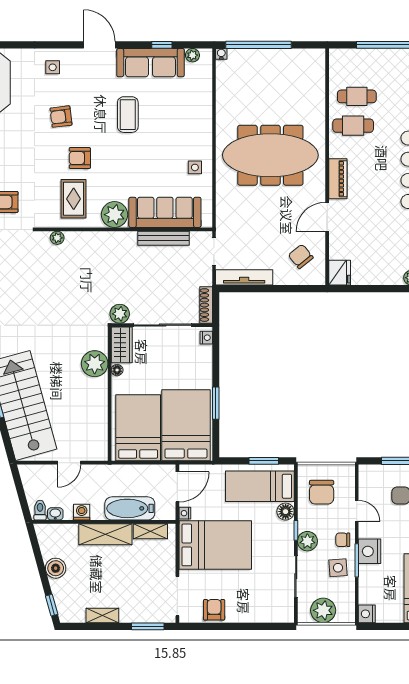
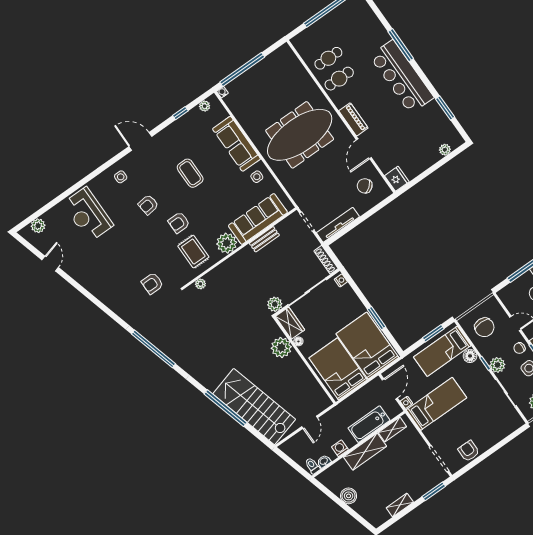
sofa: (150, 63) -> (237, 144), moved, turned 90
bench: (164, 238) -> (264, 239), width x0.73
bed: (215, 545) -> (436, 404), width x0.67
window: (52, 605) -> (363, 521), removed

